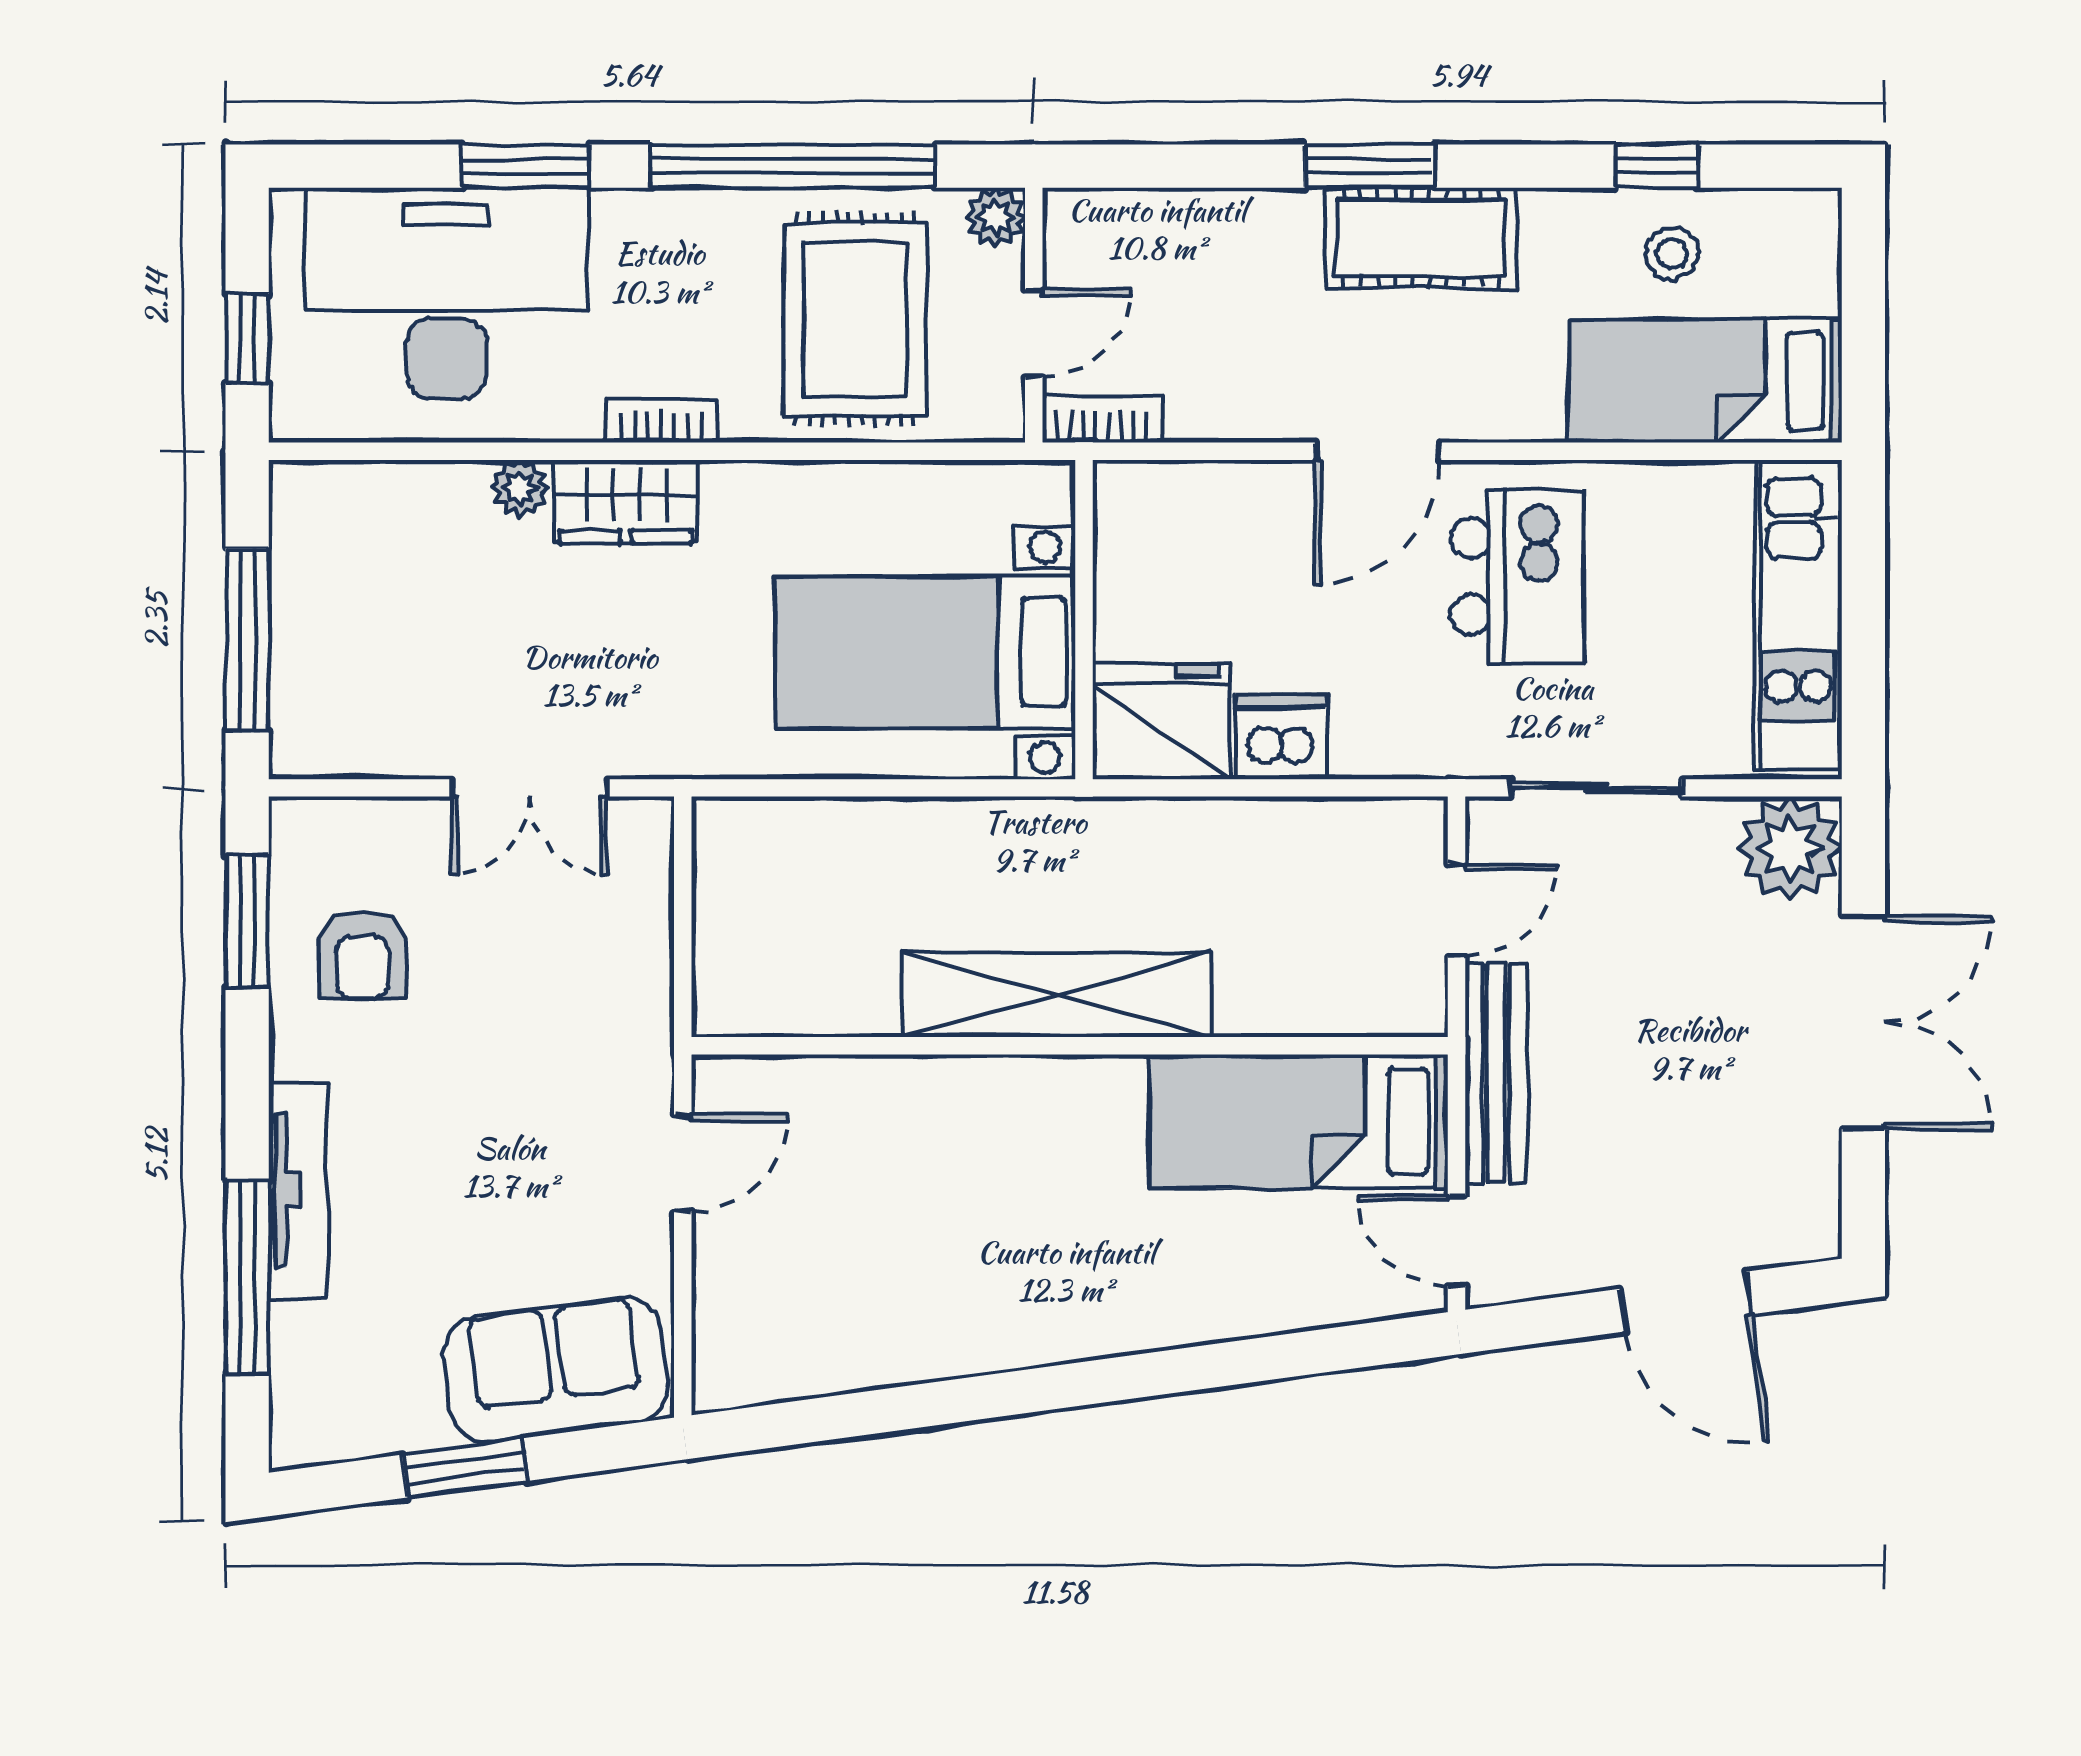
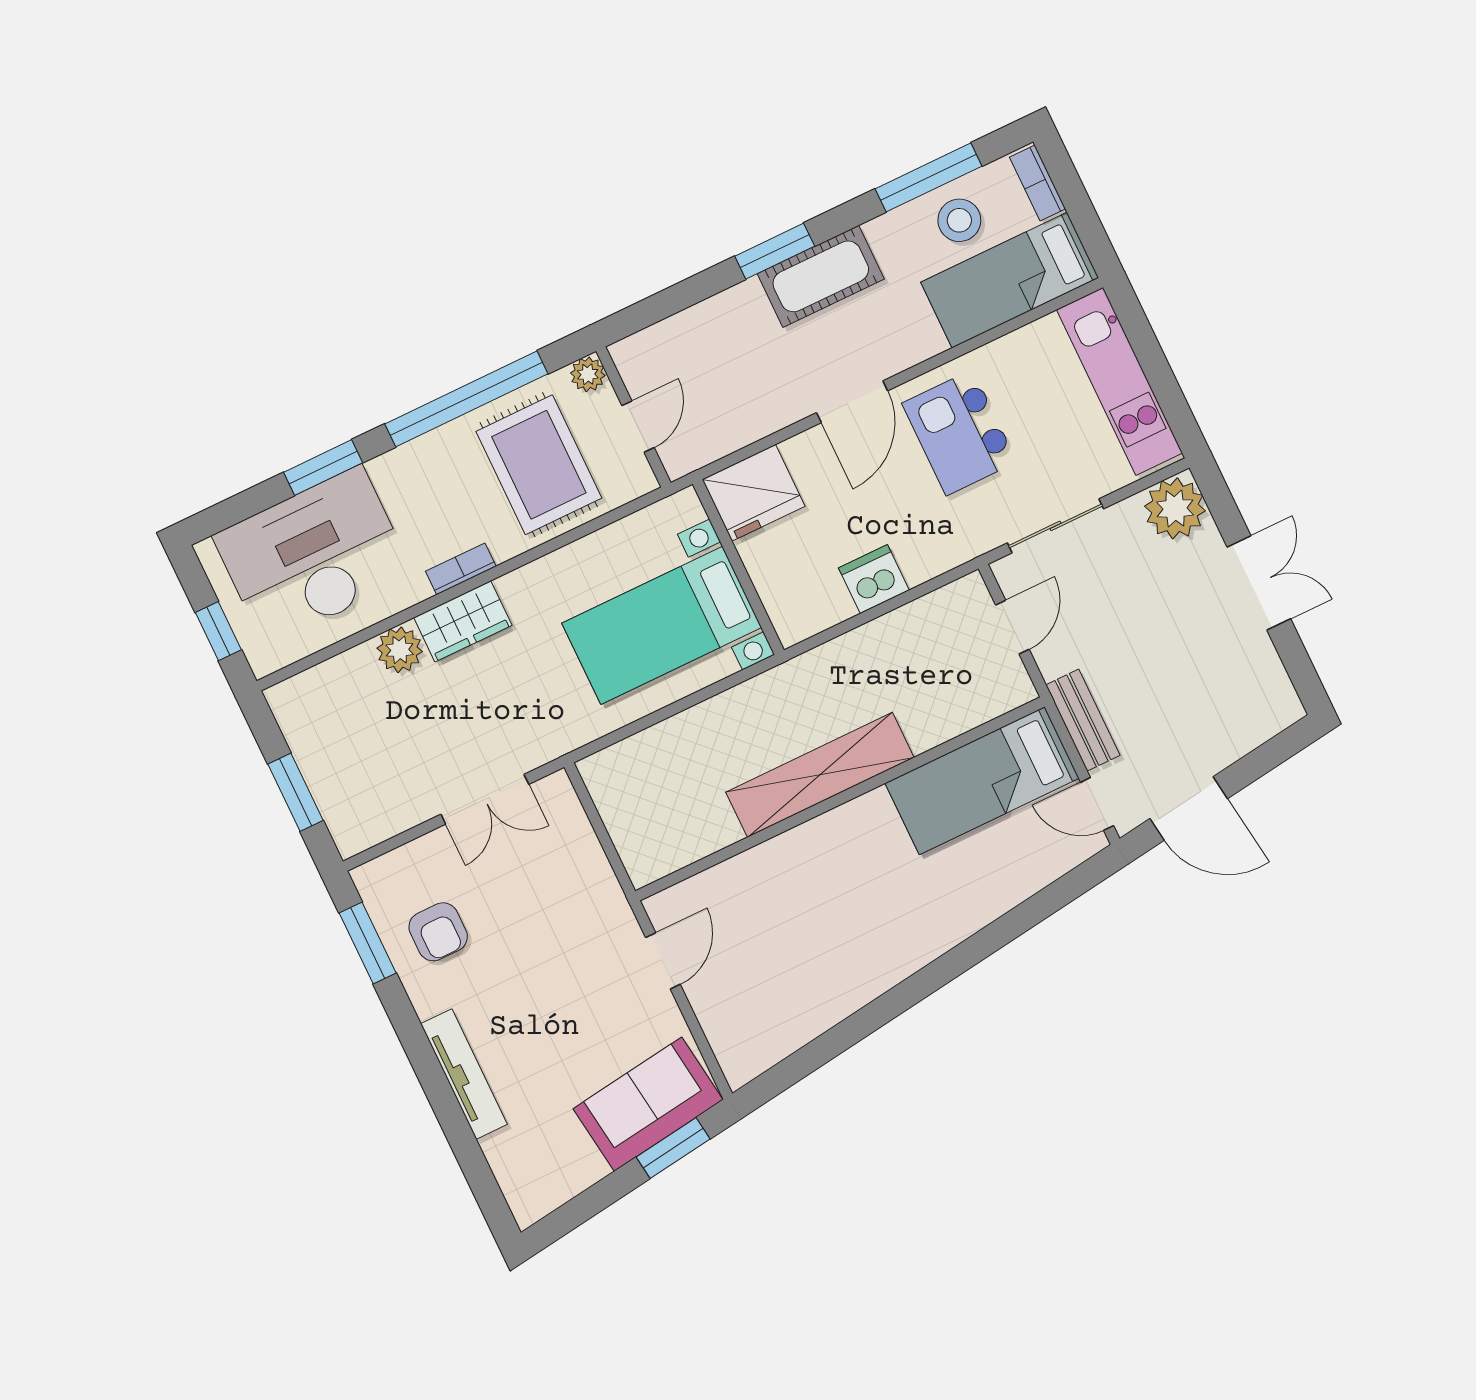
window: (1656, 166) -> (929, 177), width x2.17
stool: (1672, 254) -> (959, 220), width x1.37, depth x1.37
bookcase: (1102, 419) -> (1037, 183), moved, turned -90
plant: (520, 488) -> (400, 650), width x1.38, depth x1.38
kitchen island: (1518, 576) -> (959, 433), turned 180
window: (247, 639) -> (296, 792), width x0.69
fridge: (1161, 721) -> (754, 493), moved, turned 180
double door: (1863, 1023) -> (1259, 583), width x0.73
bench: (1496, 1073) -> (1083, 720), width x0.73
window: (247, 1277) -> (459, 1134), removed
door: (1686, 1301) -> (1189, 809), moved
window: (465, 1468) -> (673, 1148), moved

